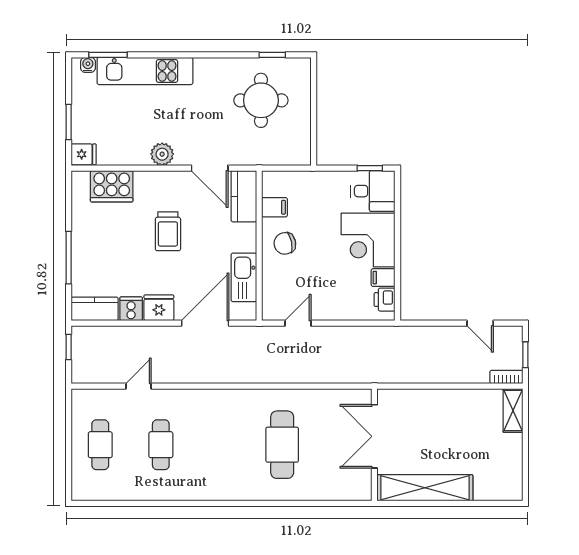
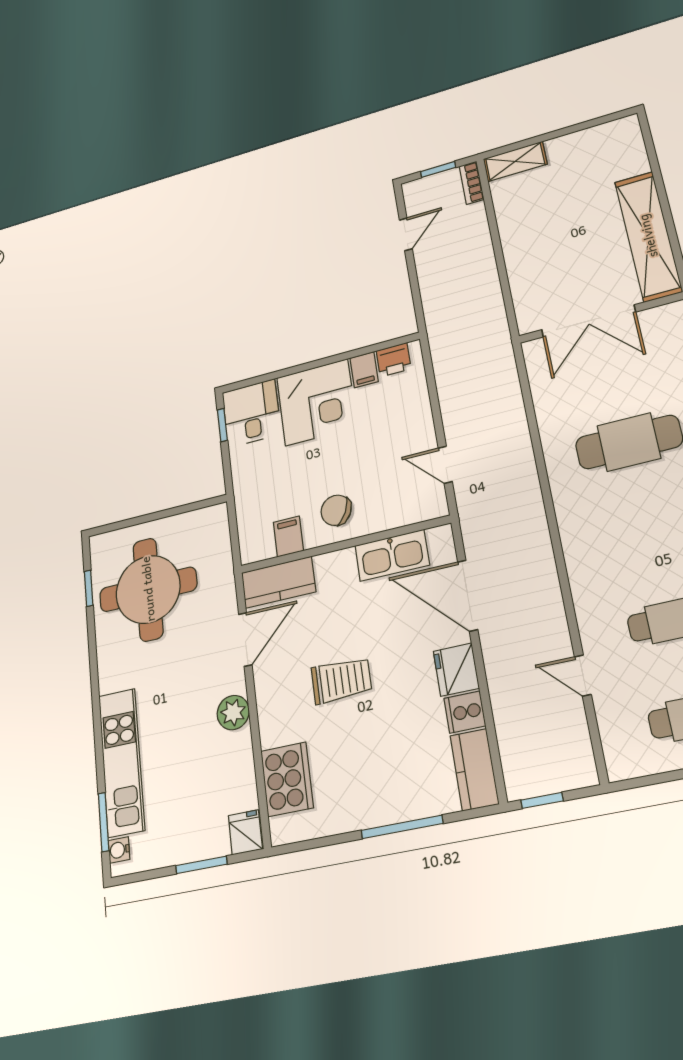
round table: (261, 100) -> (148, 589), width x1.36, depth x1.36
chair: (285, 243) -> (336, 510), turned 128

